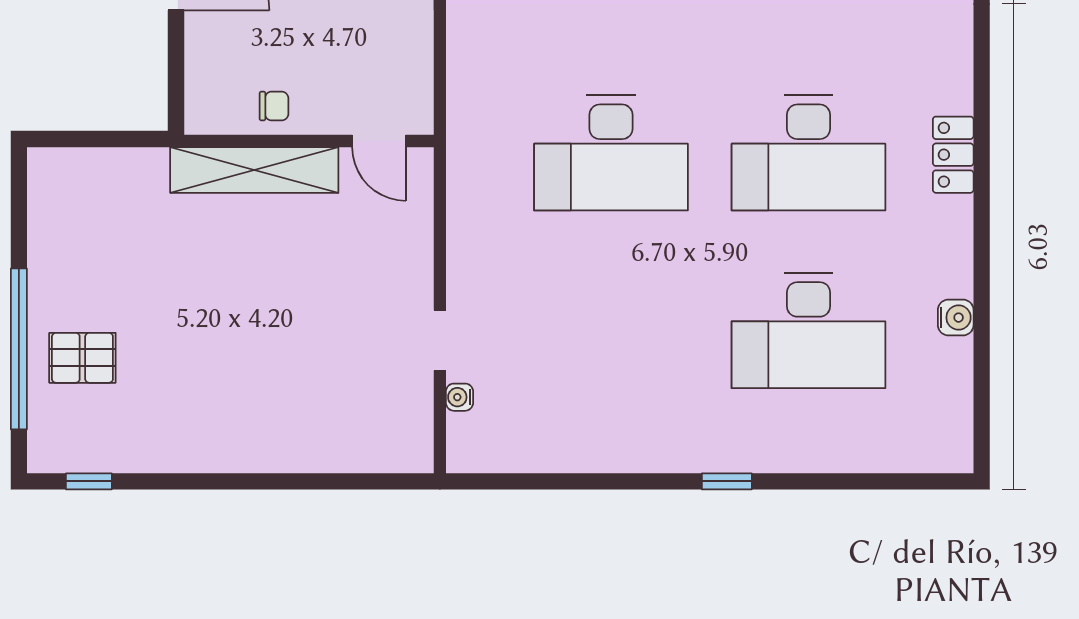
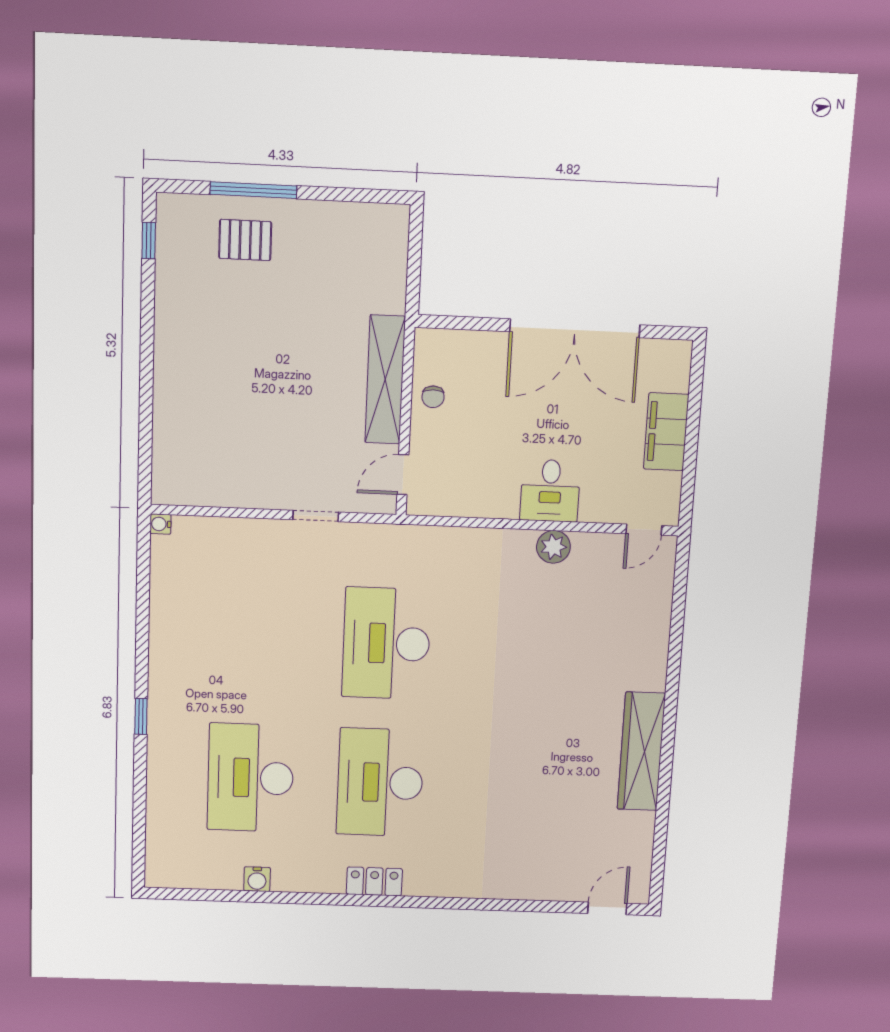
doorway: (440, 340) -> (316, 516), moved
window: (19, 349) -> (253, 190), width x0.68
pallet: (82, 358) -> (245, 240), turned 90
water cooler: (459, 397) -> (161, 524), moved, turned -90

